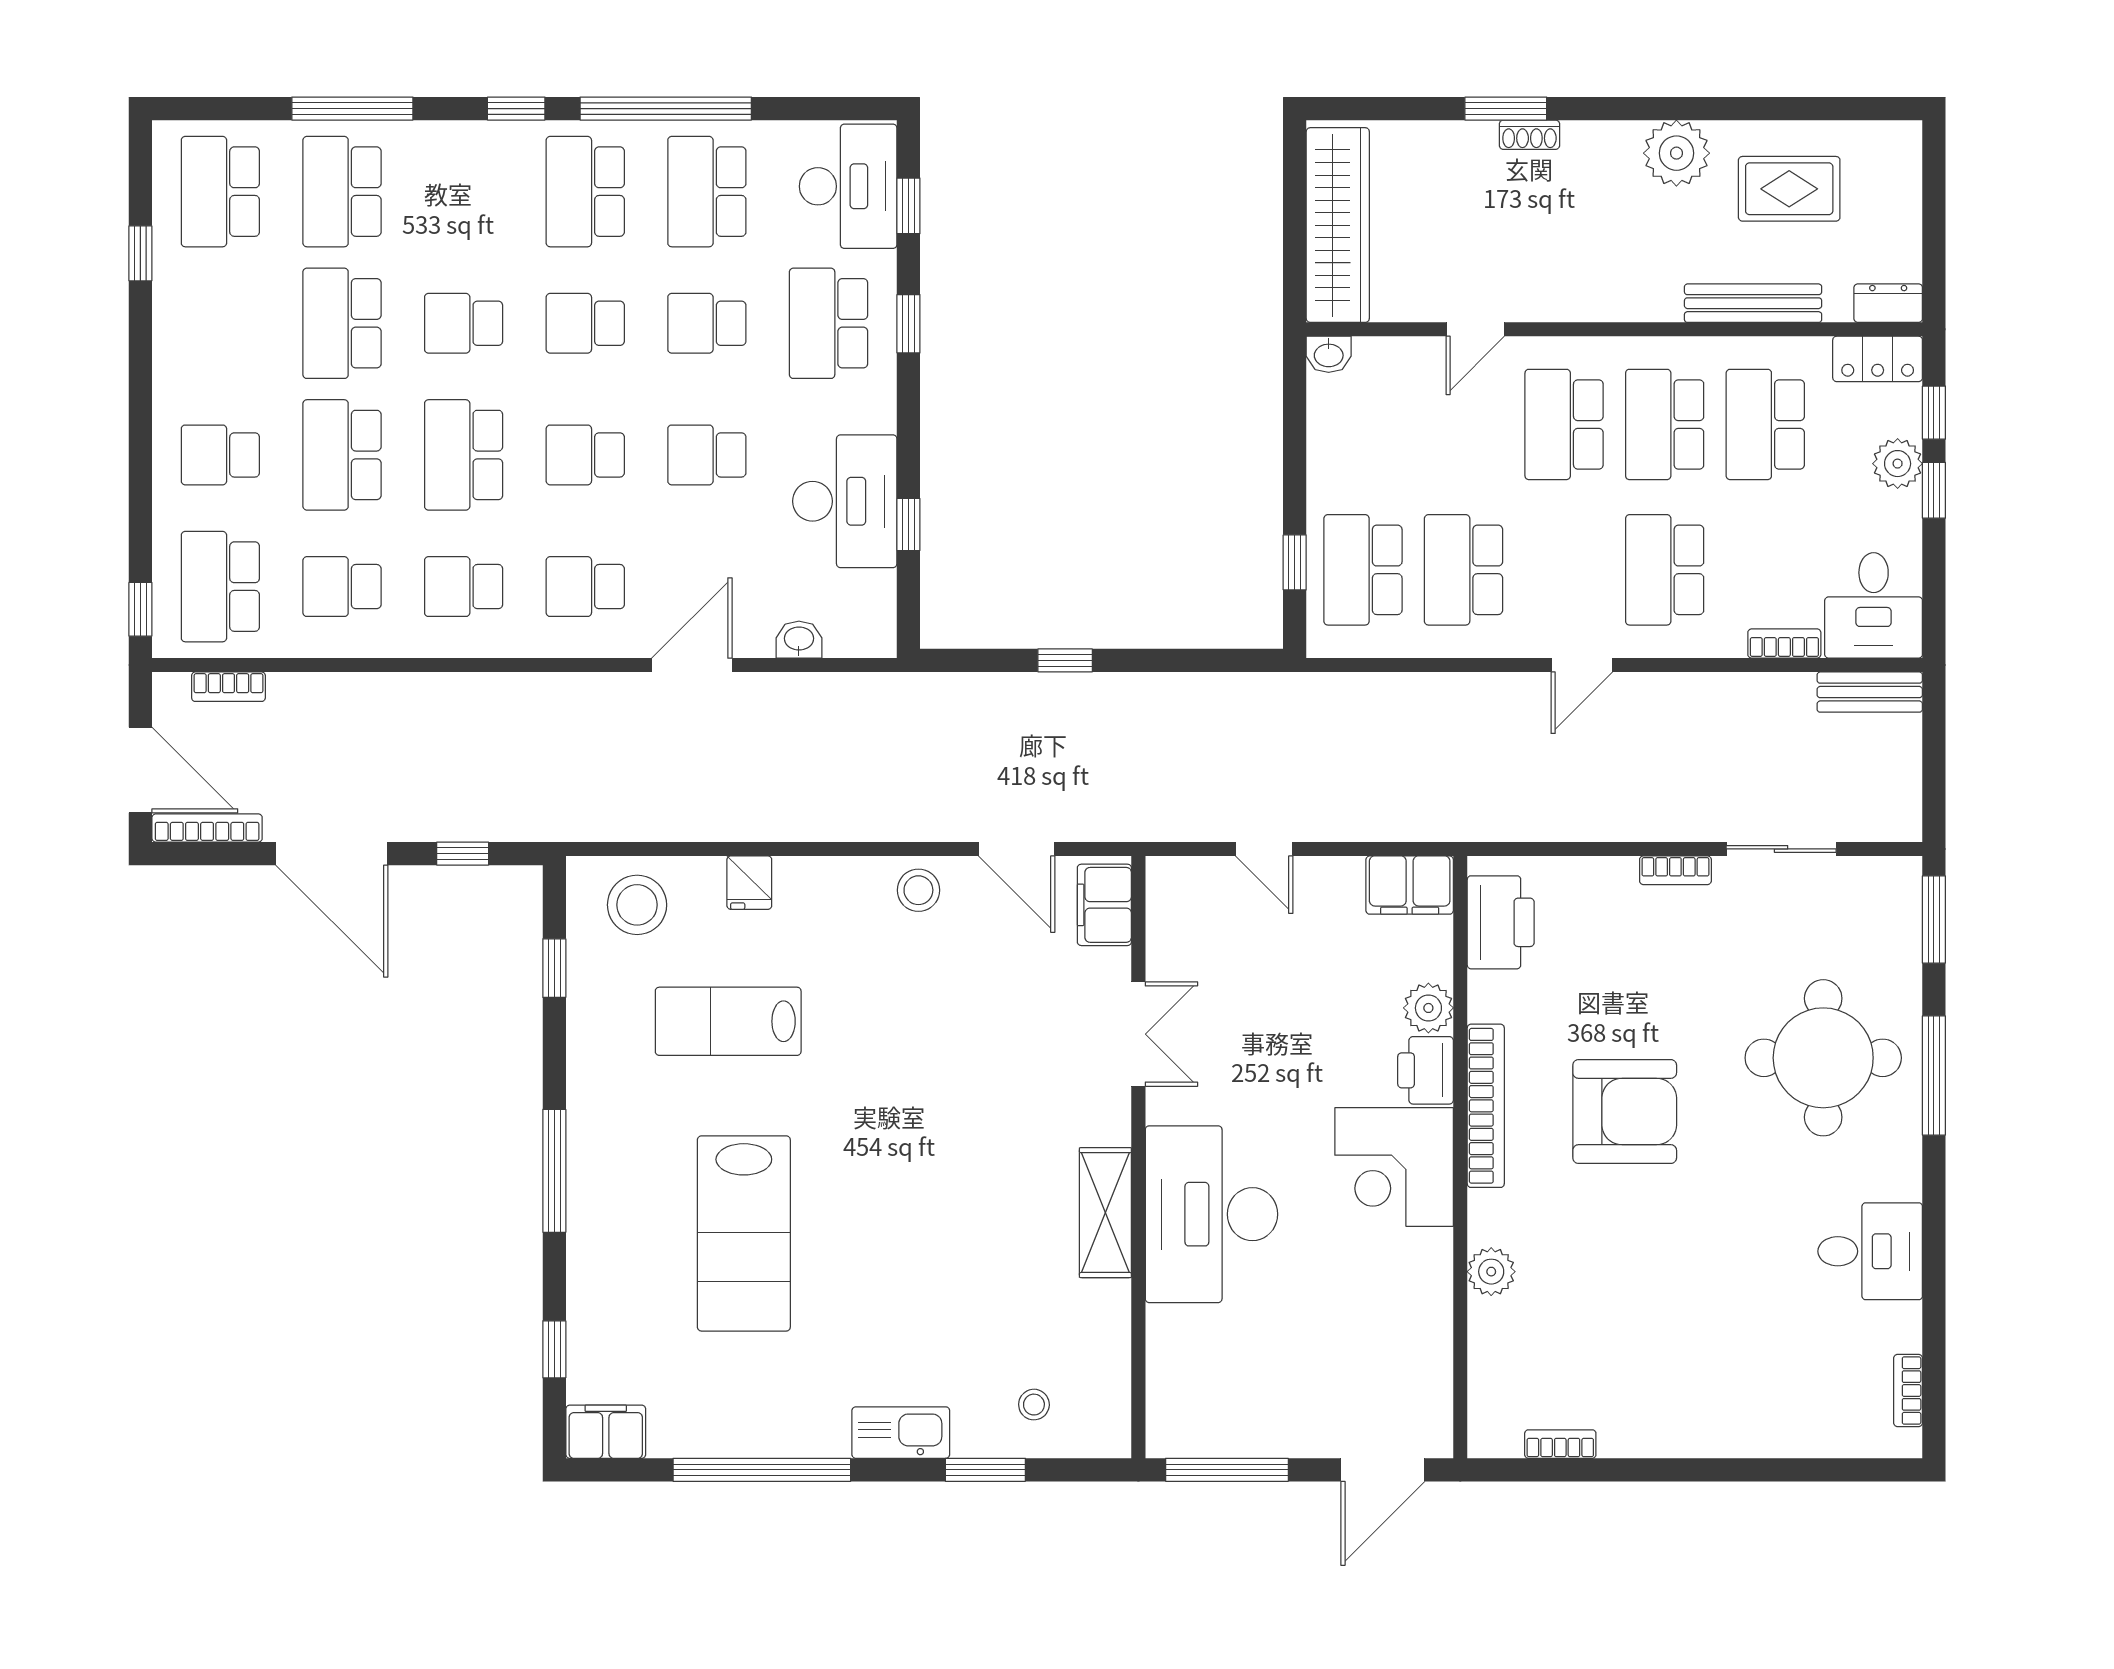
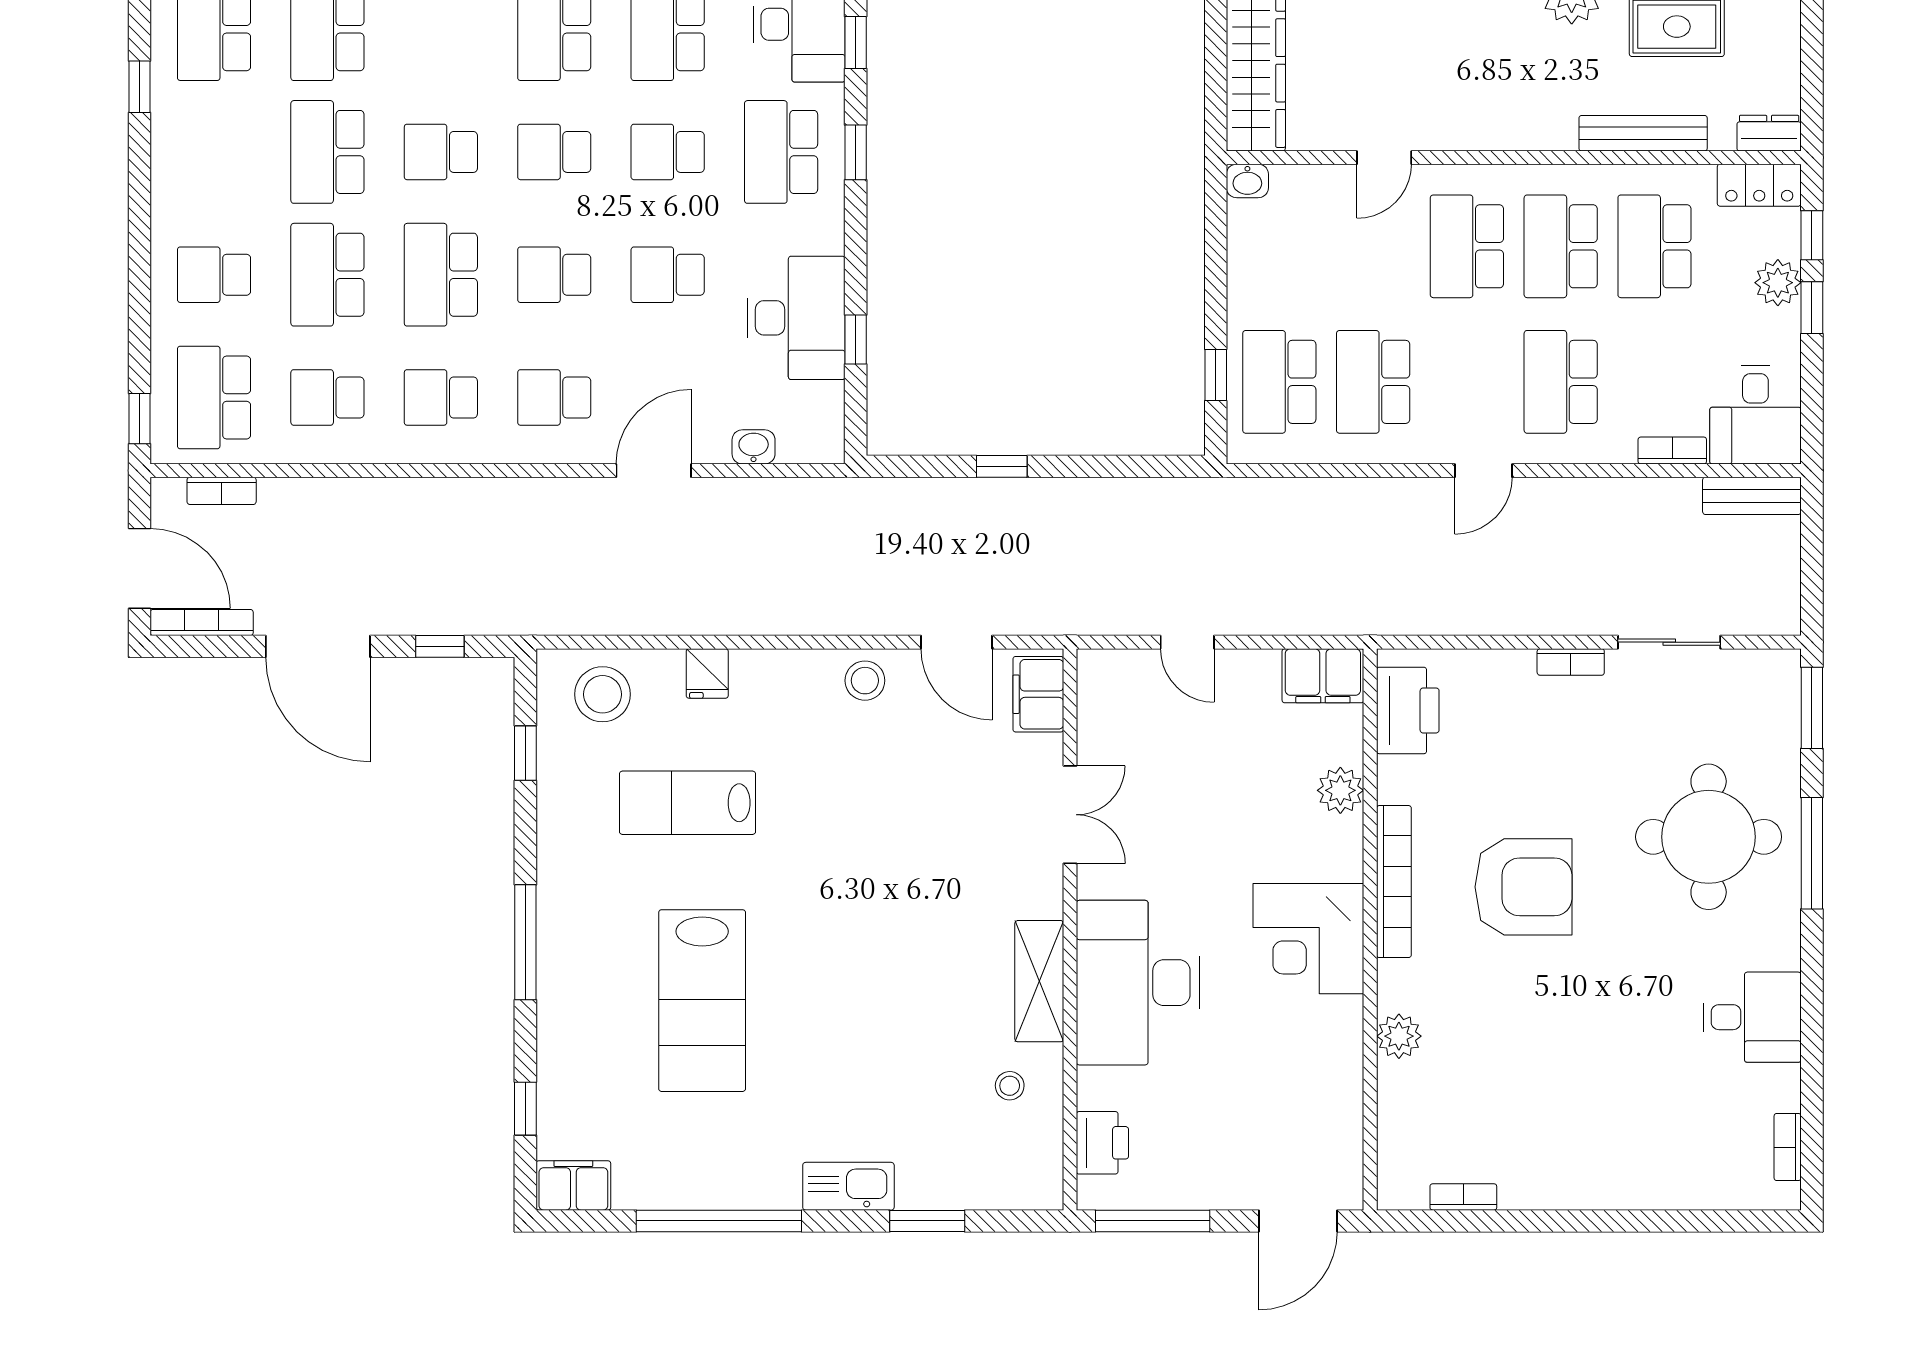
printer: (1426, 1070) -> (1102, 1143), moved, turned 180
stool: (1034, 1405) -> (1010, 1086), moved

